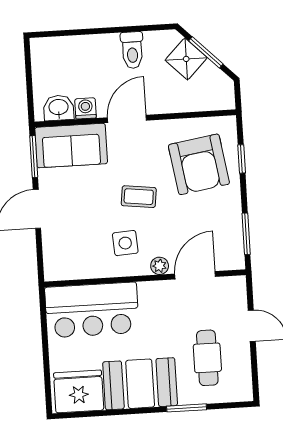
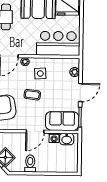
plant: (52, 252) -> (75, 72), added

